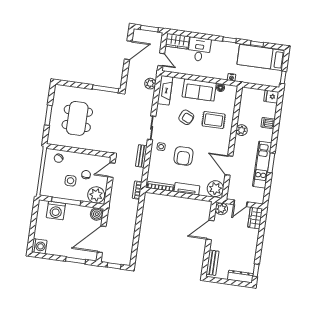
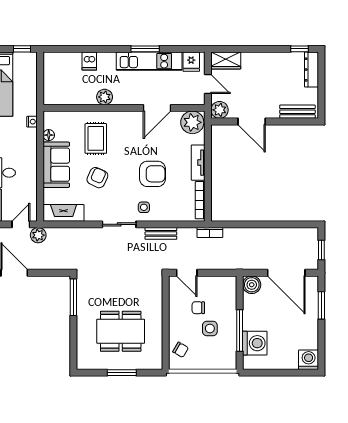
plant: (150, 84) -> (38, 235), moved
fridge: (271, 97) -> (191, 62), moved
plant: (96, 195) -> (225, 289), removed

